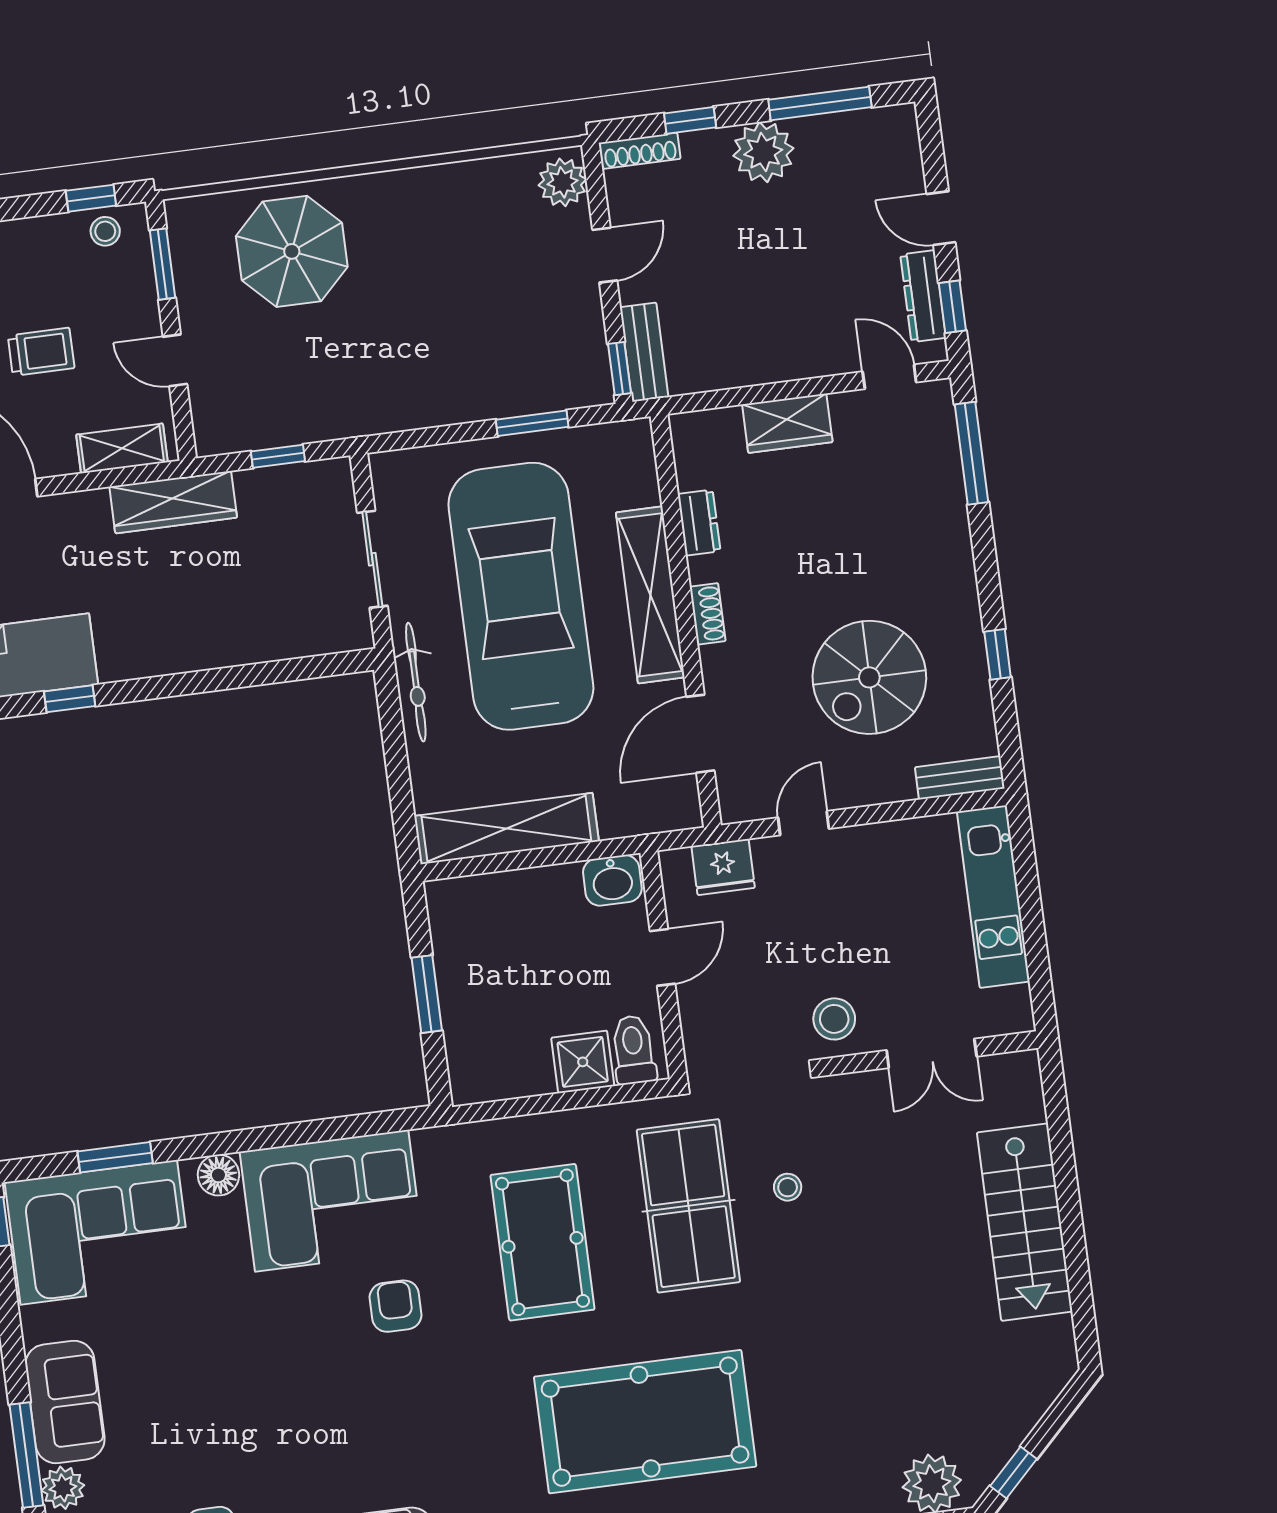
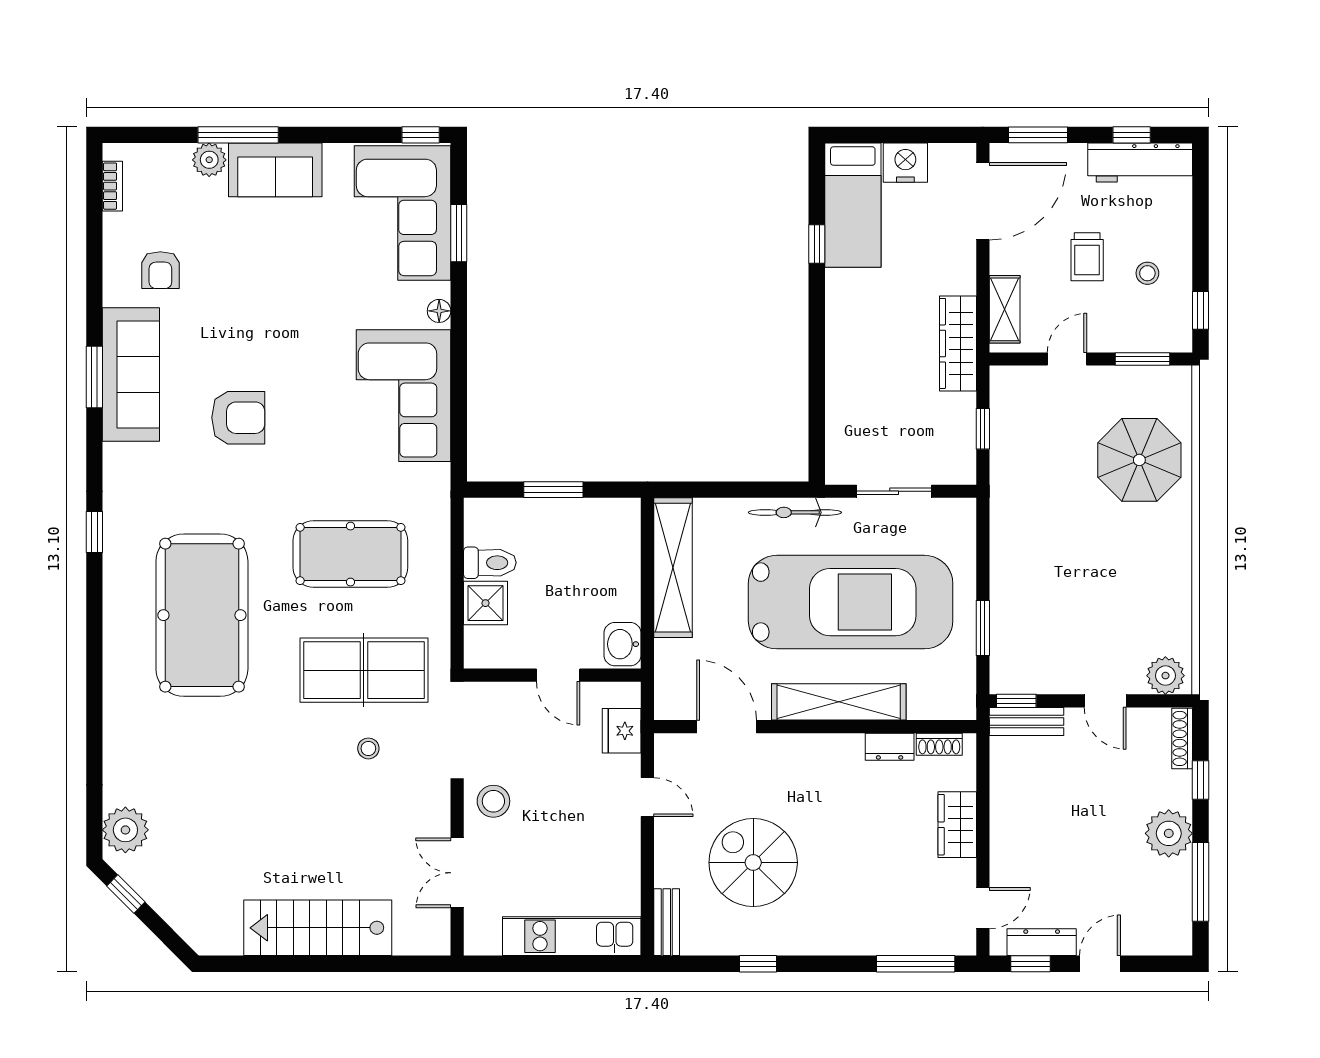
stool: (105, 231) -> (1147, 273), moved
shoe rack: (708, 614) -> (939, 744), moved
toilet: (634, 1050) -> (490, 563), moved
floor lamp: (218, 1175) -> (439, 311), width x0.73, depth x0.73
armchair: (396, 1306) -> (238, 418), moved, width x1.38, depth x1.38

